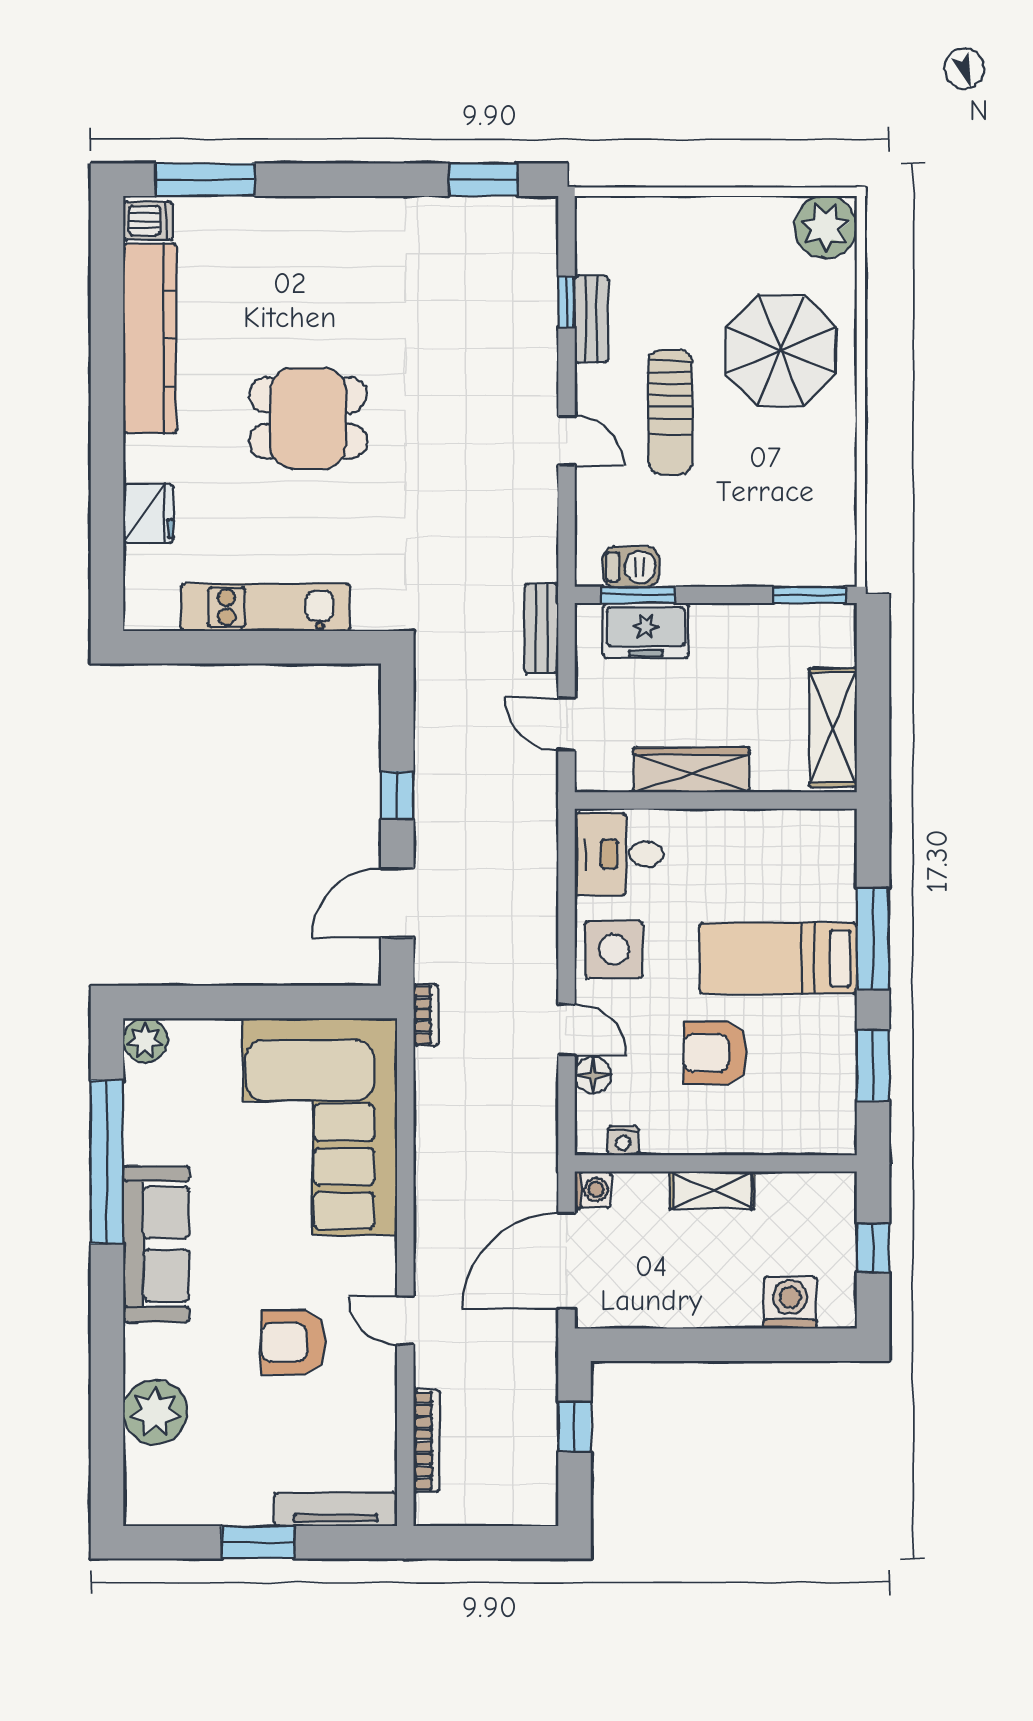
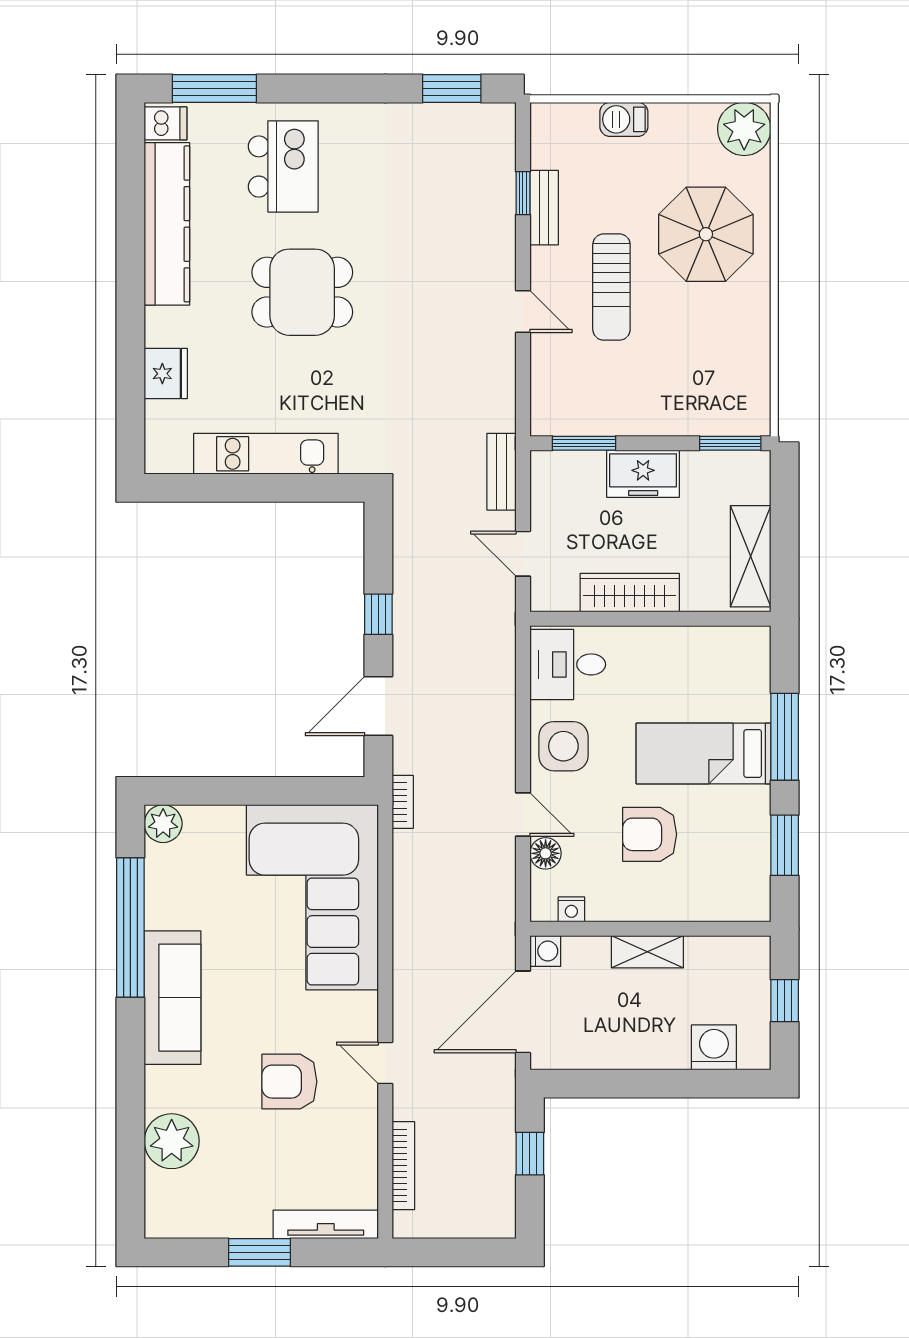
kitchen island: (286, 271) -> (283, 166), added
barbecue: (631, 567) -> (624, 119), moved, turned 180
freezer: (646, 631) -> (643, 474), moved

